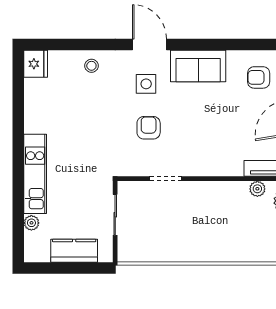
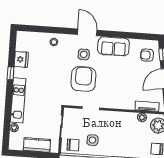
fridge: (36, 64) -> (21, 59), moved
window: (18, 127) -> (11, 73), added
armchair: (149, 128) -> (83, 79), width x1.88, depth x1.88
side table: (172, 235) -> (92, 140), added
chair: (138, 246) -> (73, 145), added

